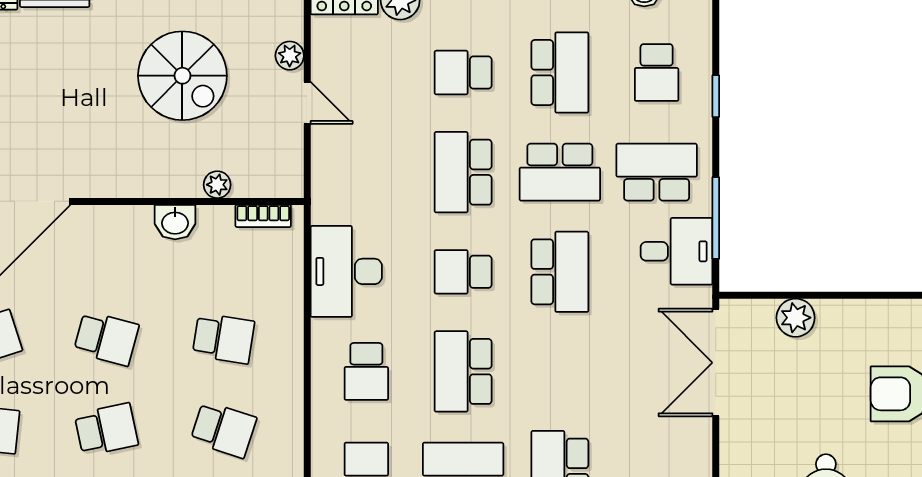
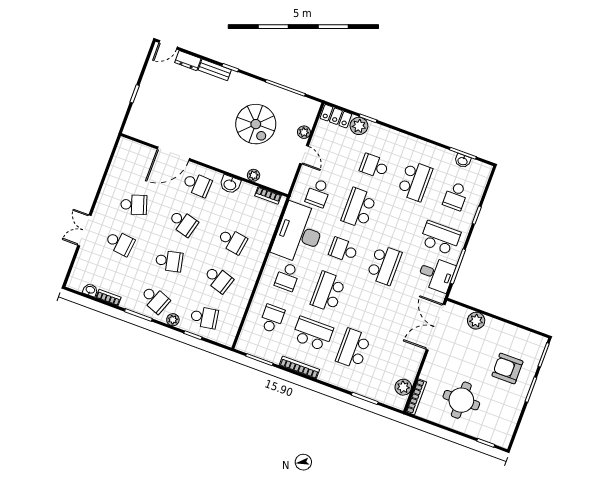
school desk: (560, 172) -> (318, 193), moved, width x0.54
school desk: (106, 247) -> (197, 184), added
desk: (346, 271) -> (299, 233), width x1.36, depth x1.30

